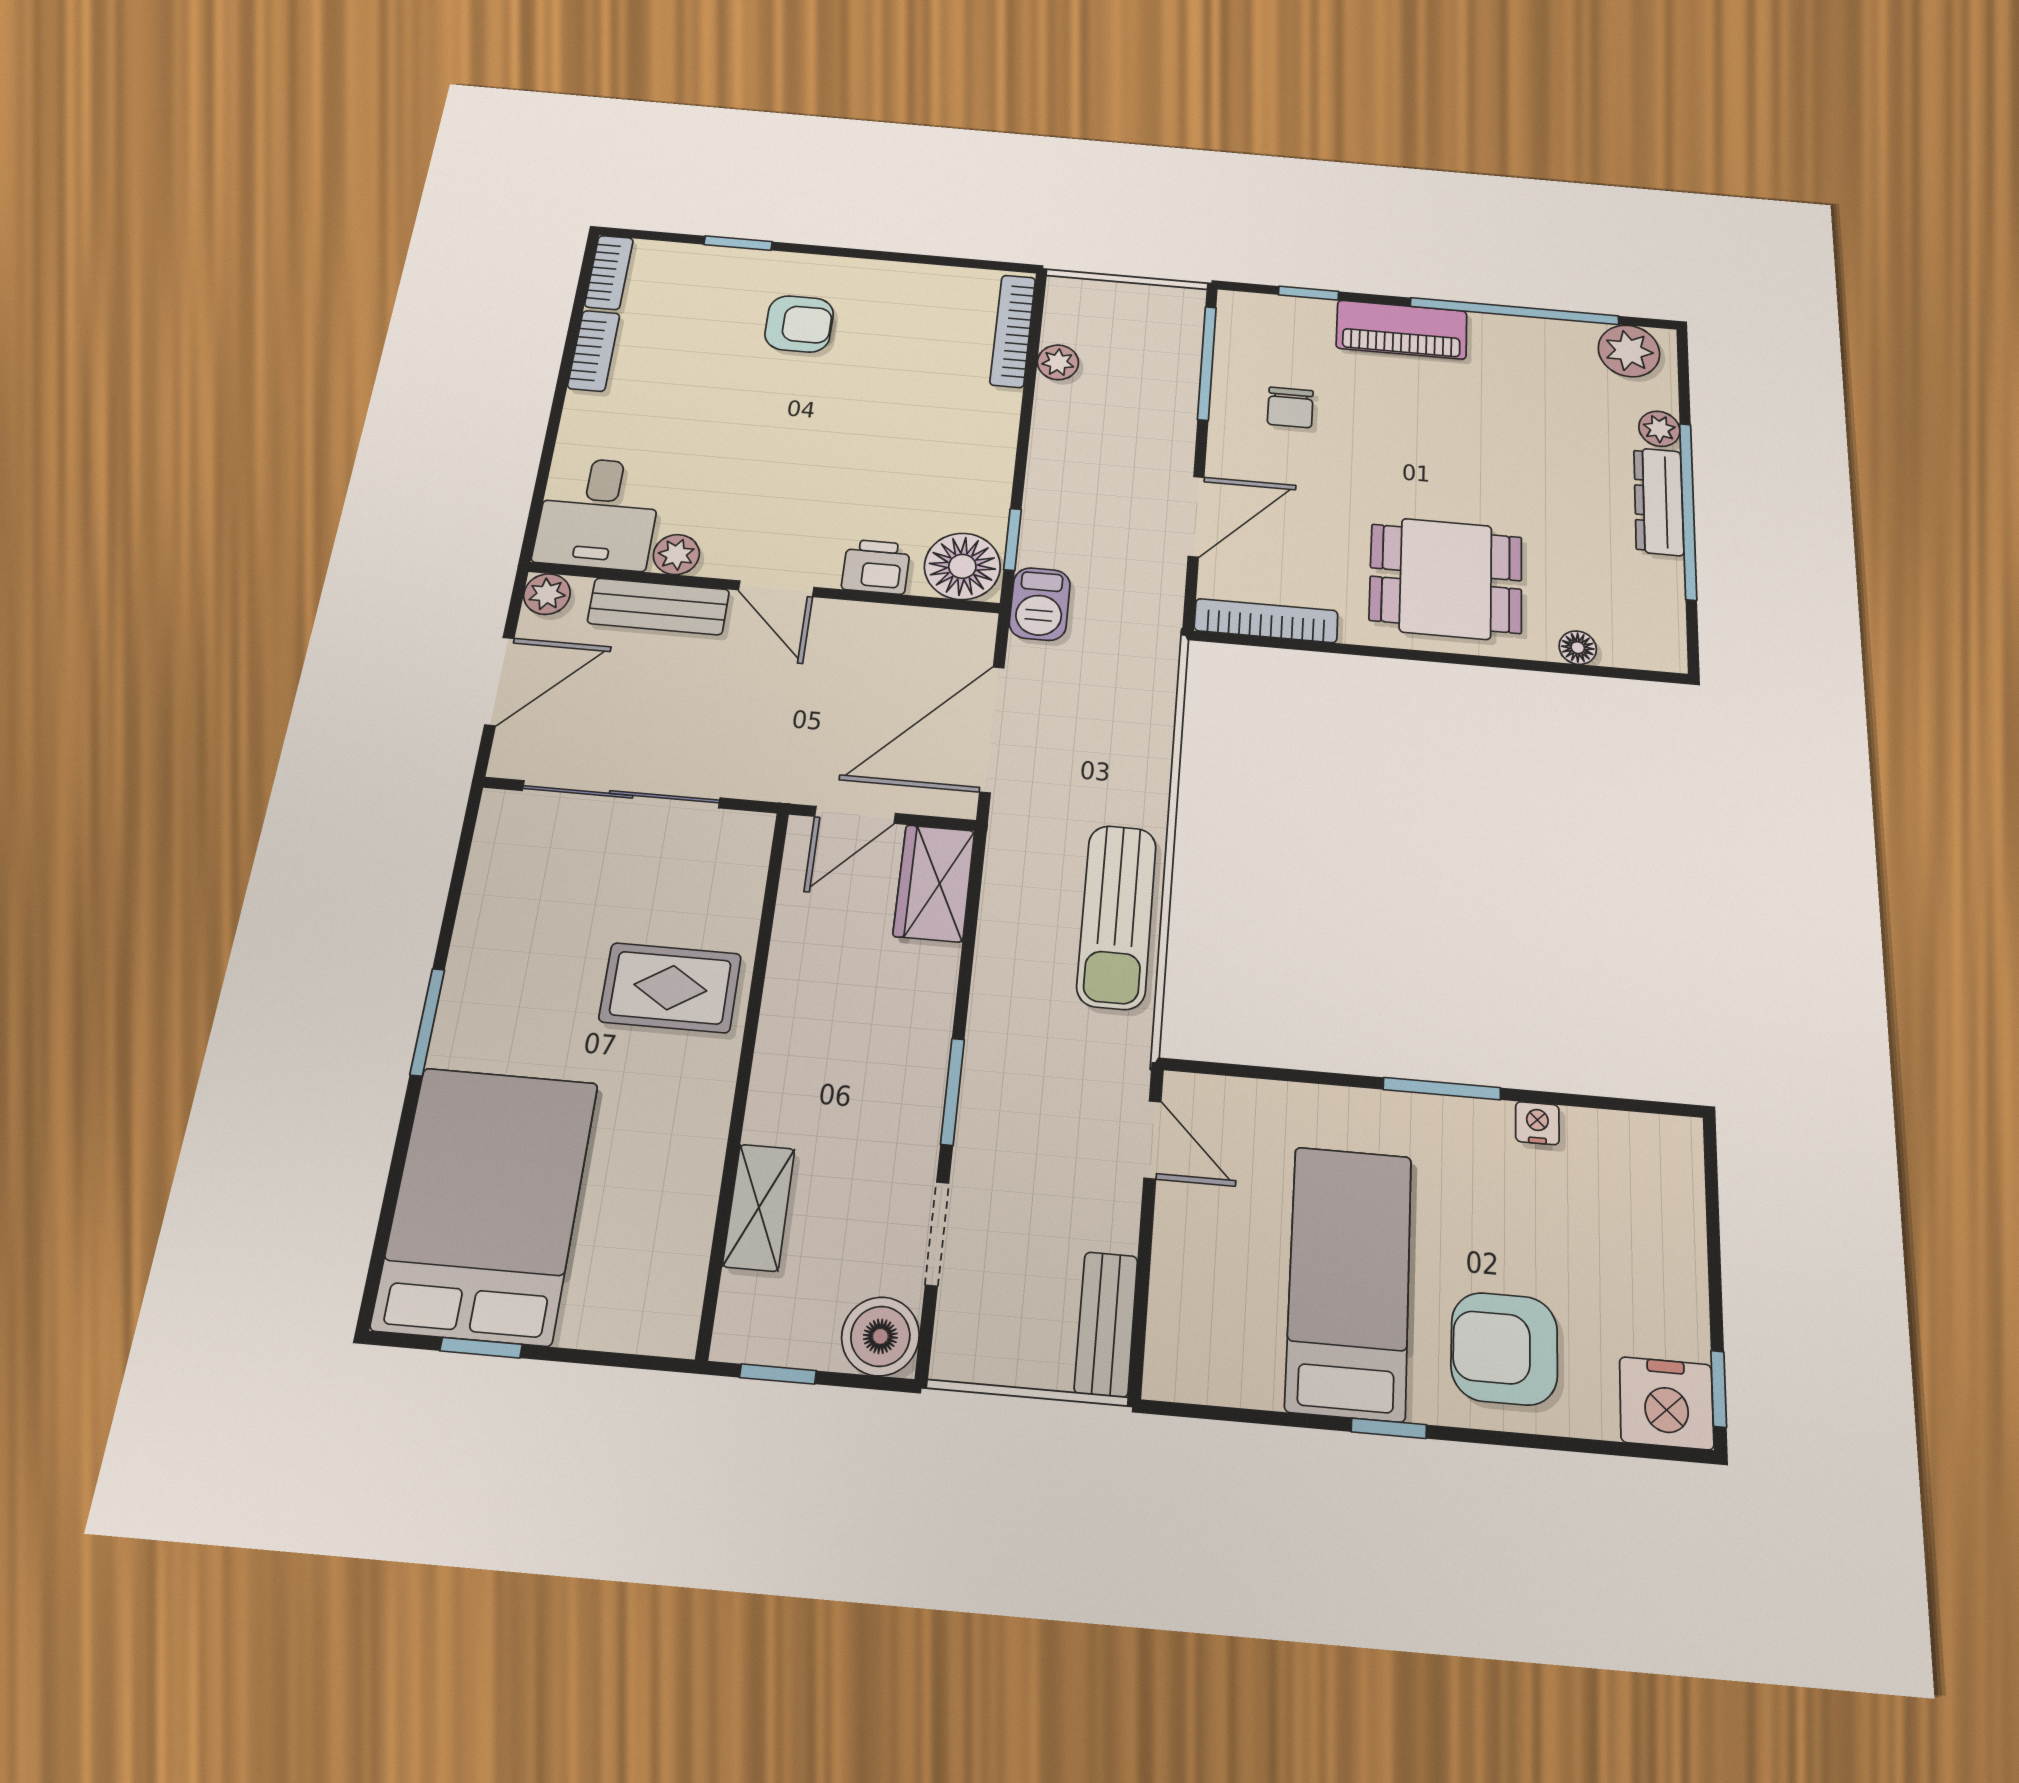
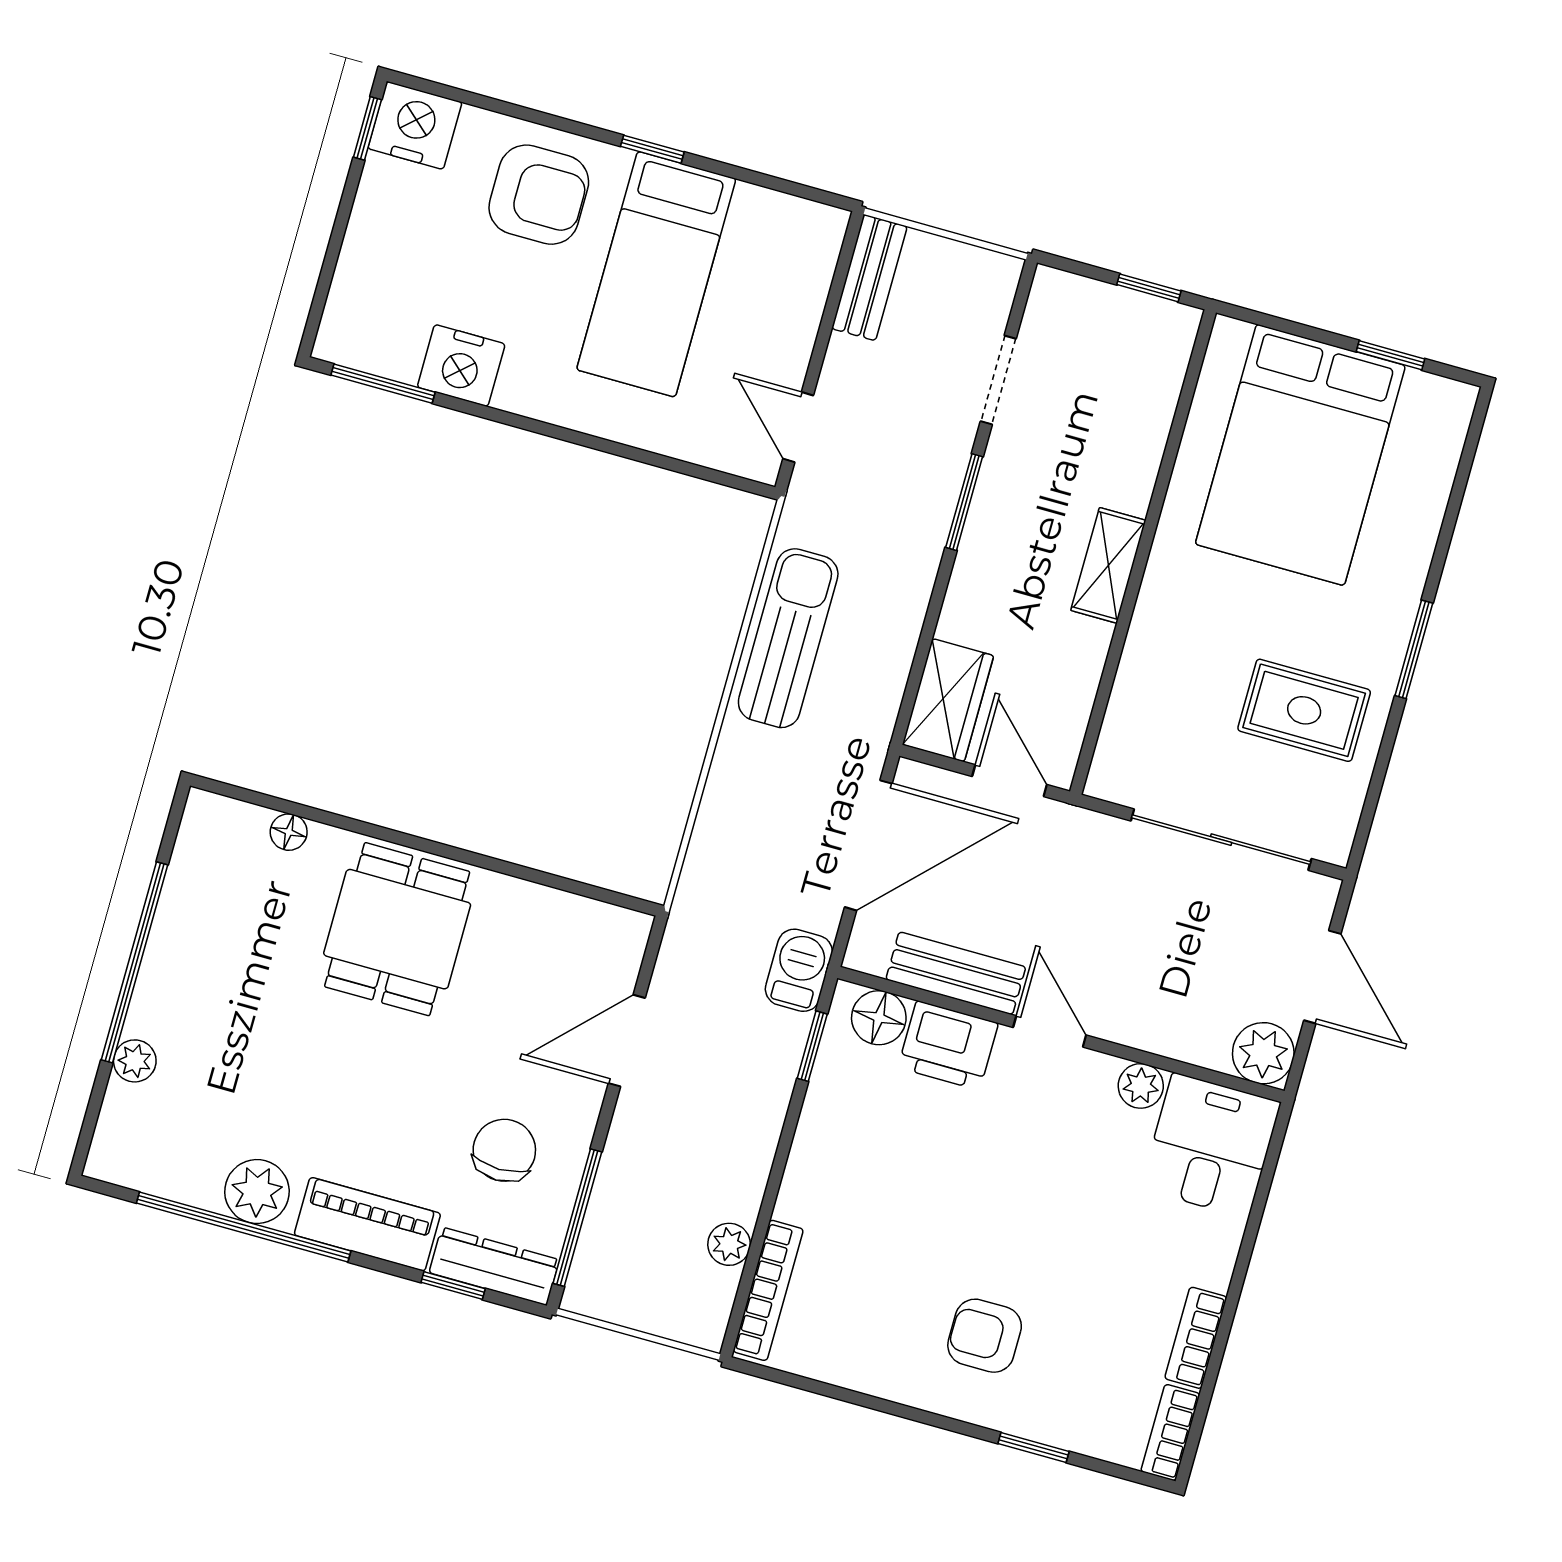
plant: (1629, 351) -> (257, 1192), moved
chair: (1290, 407) -> (504, 1150), width x1.37, depth x1.37
dresser: (1659, 501) -> (494, 1266), moved, turned -90
floor lamp: (962, 566) -> (879, 1018), width x0.73, depth x0.73
printer: (876, 567) -> (948, 1045), width x1.36, depth x1.24
dining table: (1446, 578) -> (397, 929), turned 90
plant: (547, 594) -> (1263, 1053), width x1.38, depth x1.38
bench: (658, 606) -> (956, 973), moved
bookcase: (1266, 621) -> (584, 914), removed
door: (499, 681) -> (1322, 977), swing flipped
door: (855, 815) -> (1010, 781), hinge flipped
rug: (670, 988) -> (1304, 710), moved
window: (1442, 1089) -> (383, 384), moved
nightstand: (1537, 1123) -> (461, 366), width x1.89, depth x1.79
bed: (486, 1204) -> (1300, 455), moved
shelving: (759, 1207) -> (1108, 565), moved
boiler: (880, 1336) -> (1060, 303), removed

